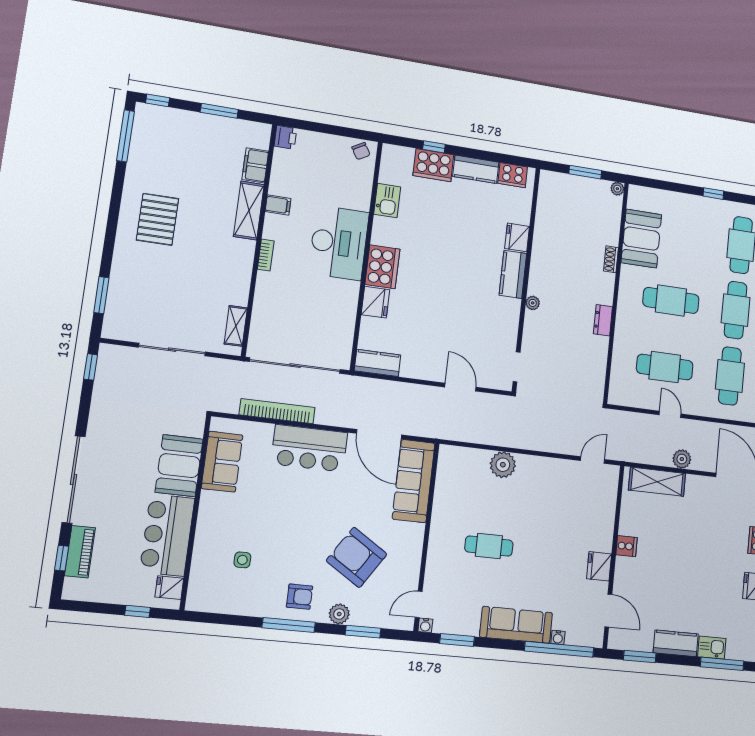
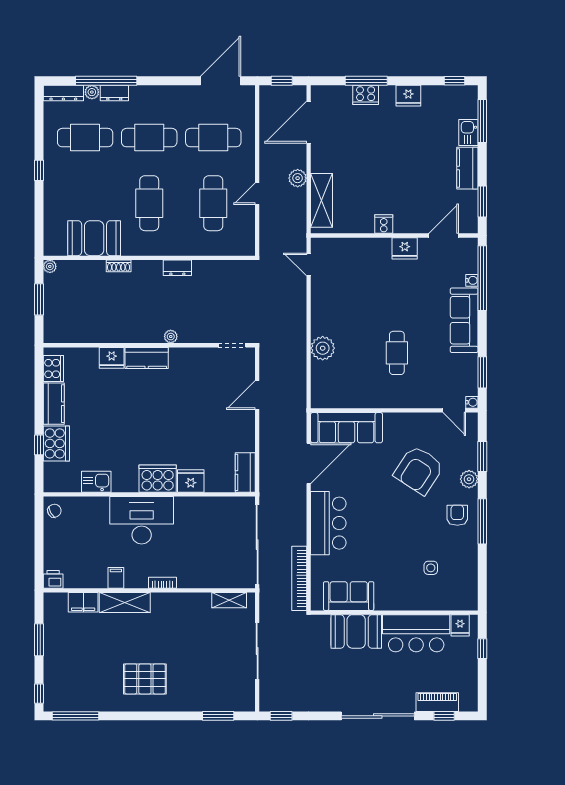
bookcase: (277, 411) -> (299, 578), moved

